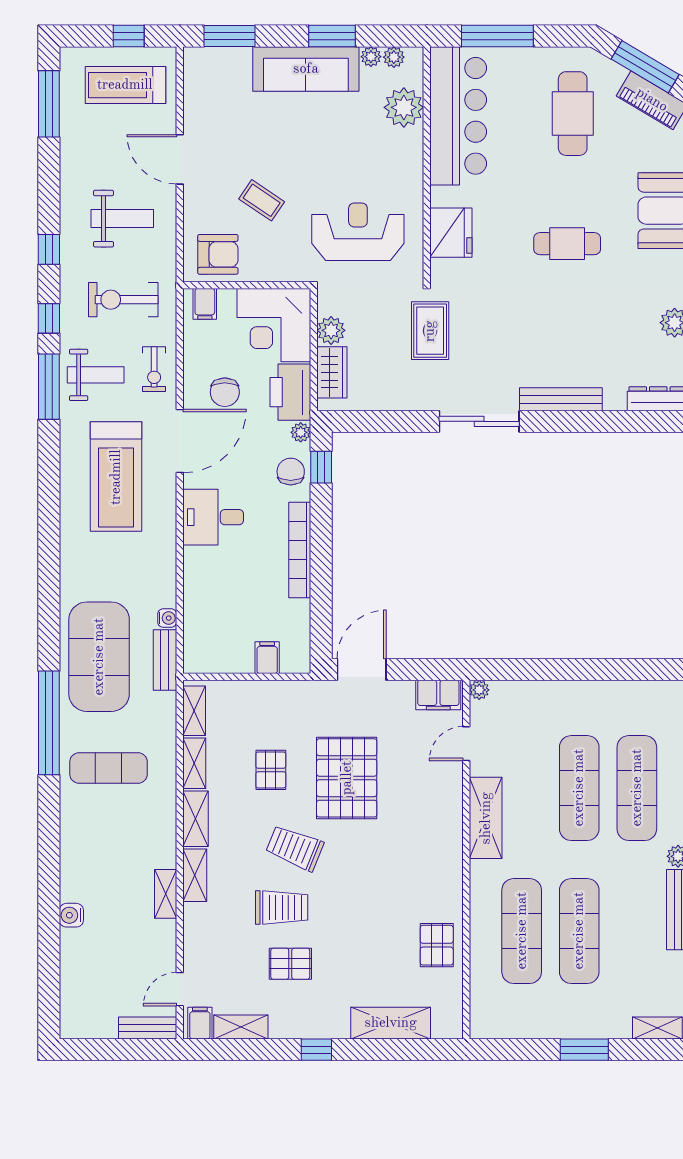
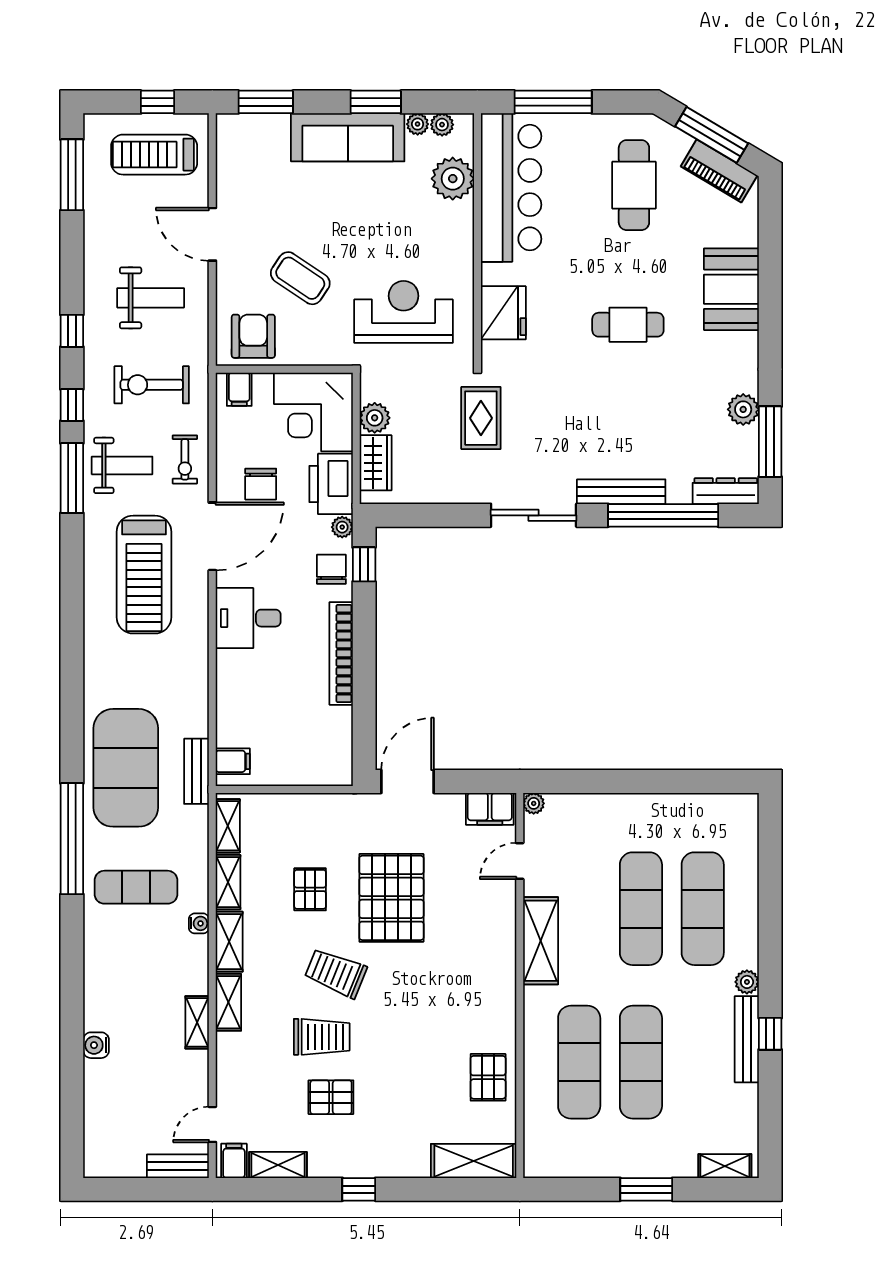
coffee table: (262, 200) -> (300, 278), width x1.36, depth x1.30
armchair: (218, 254) -> (253, 336), turned -90
window: (600, 421) -> (663, 515), added
water cooler: (167, 618) -> (199, 923), moved
filing cabinet: (267, 658) -> (233, 761), moved, turned 90
shelving: (391, 1023) -> (474, 1161), moved

